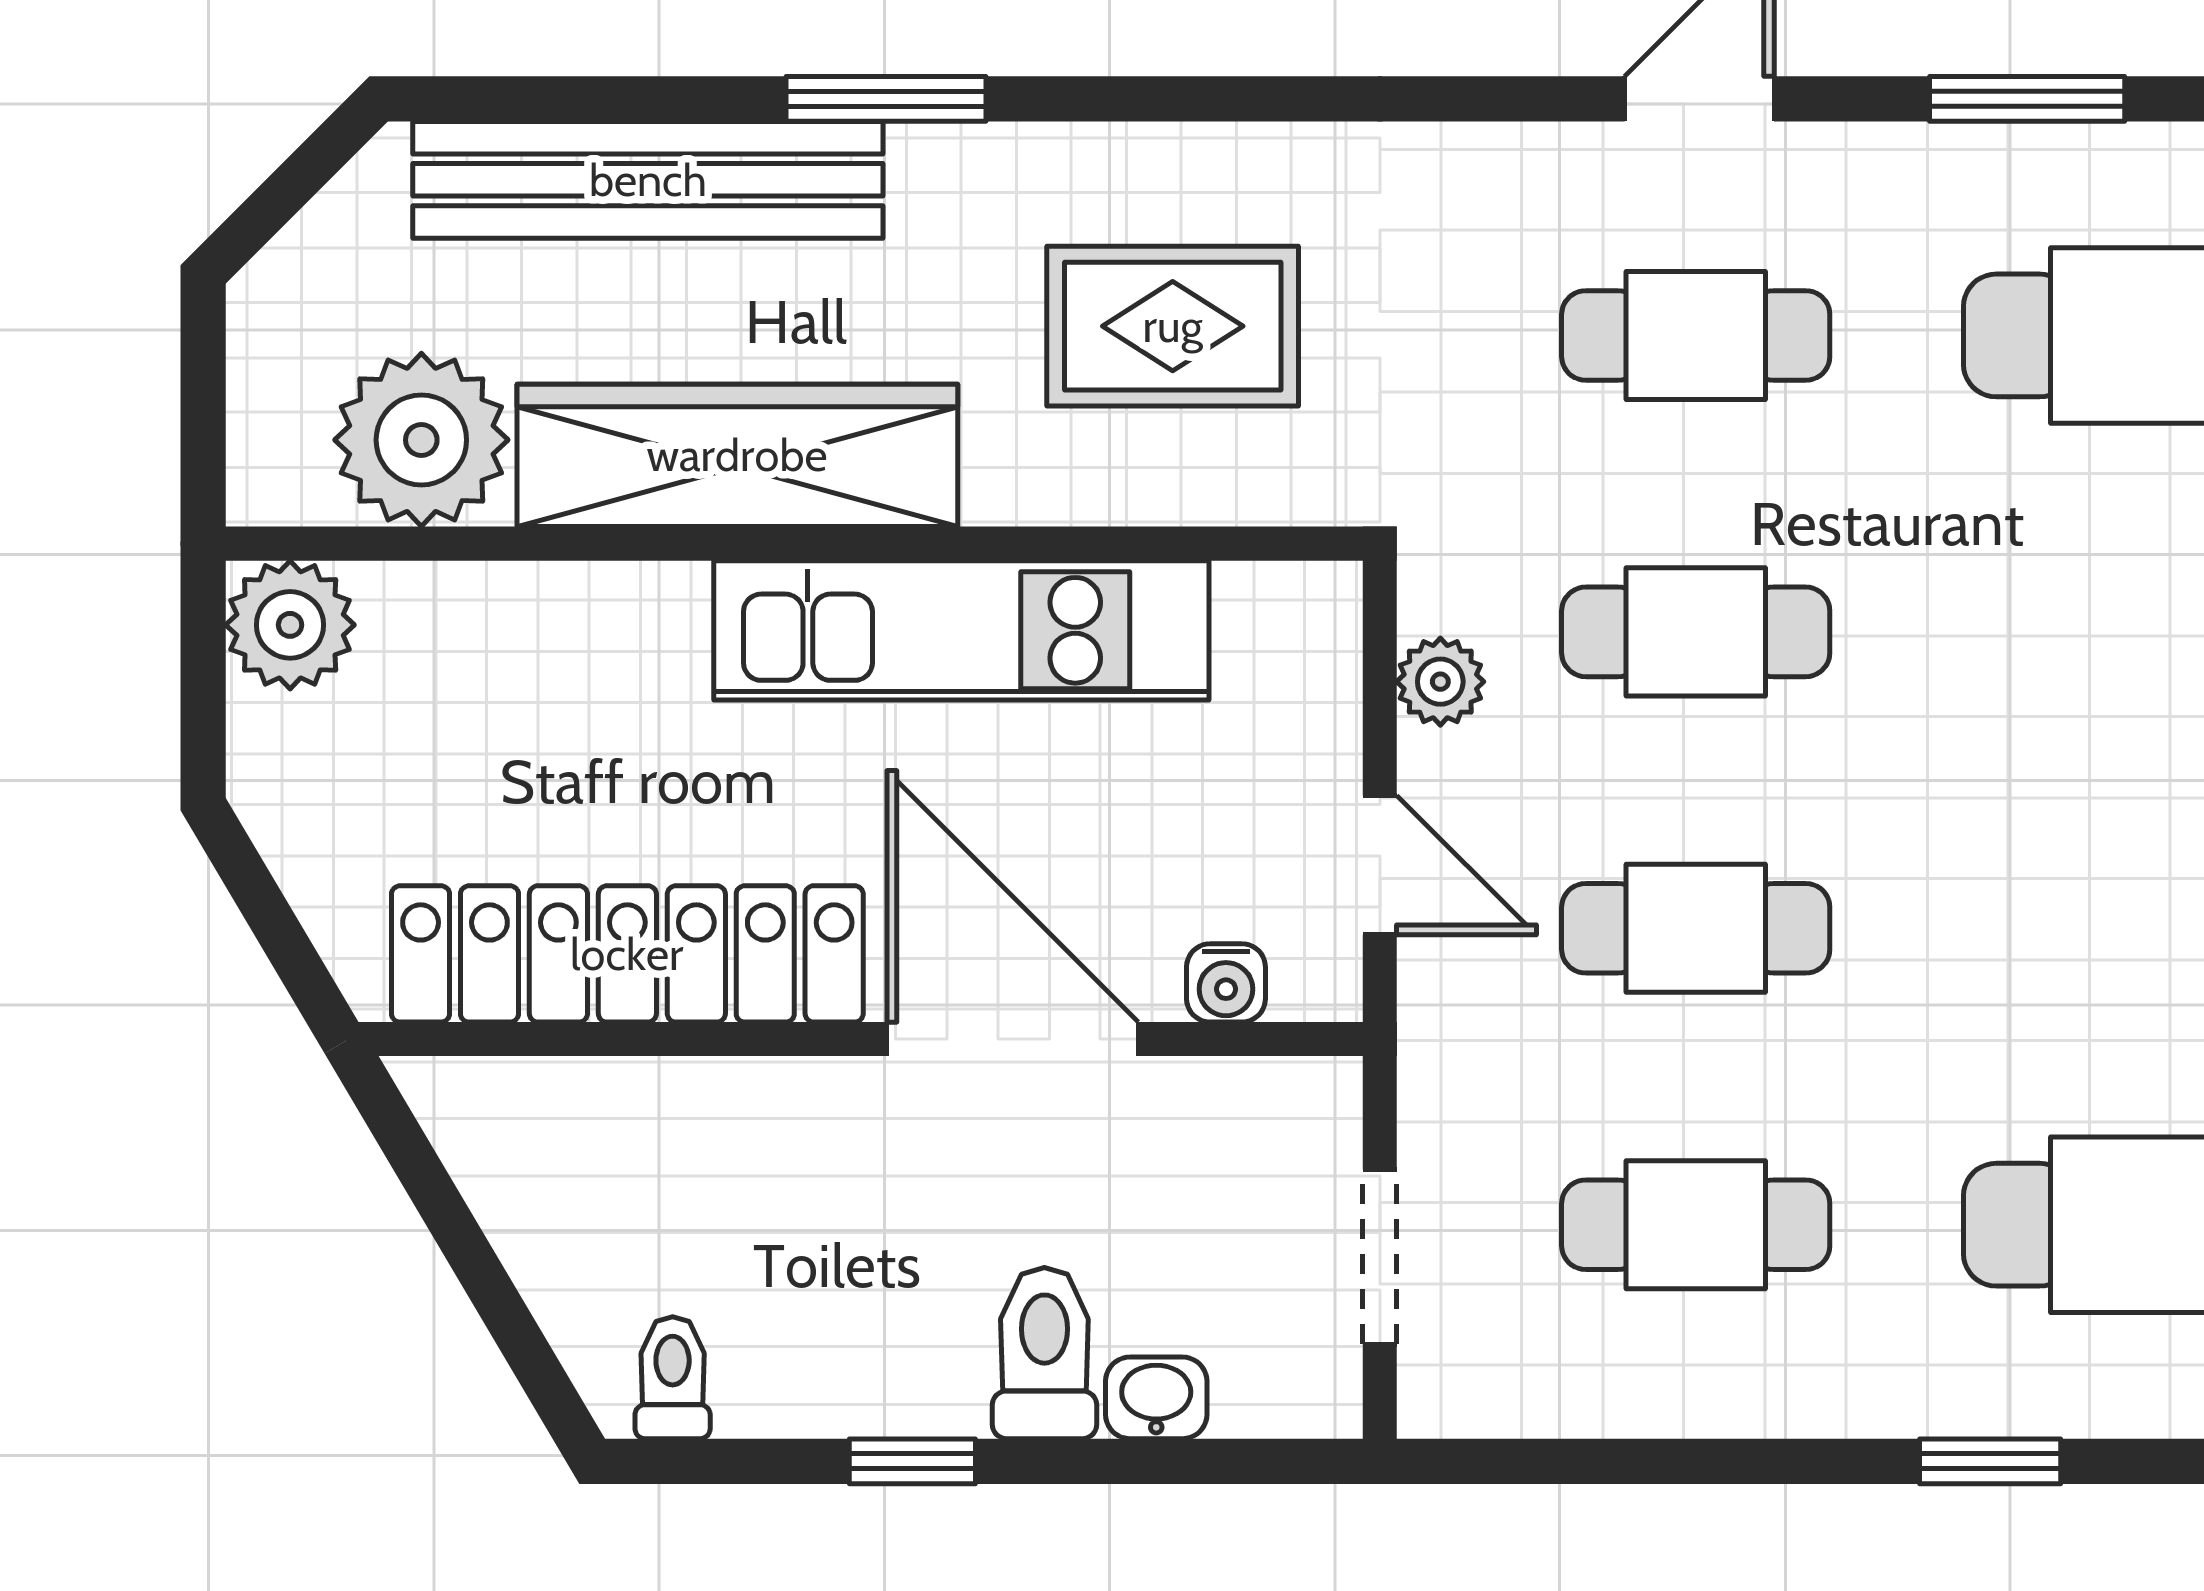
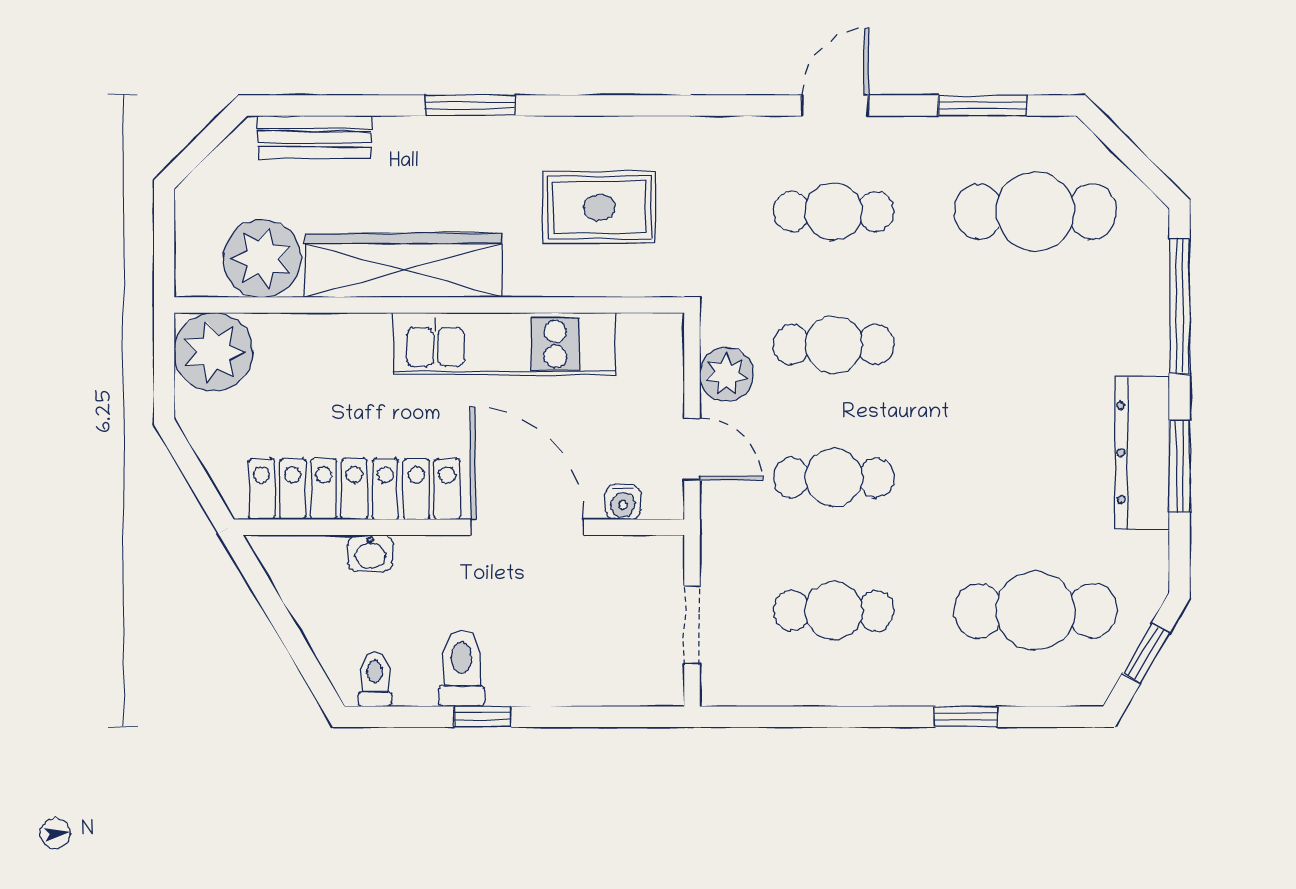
bench: (648, 180) -> (315, 137), width x0.54, depth x0.82
plant: (290, 625) -> (214, 352), width x1.36, depth x1.36
plant: (1440, 682) -> (727, 374), width x1.38, depth x1.38
toilet: (1044, 1353) -> (462, 668), moved
washbasin: (1156, 1398) -> (370, 553), moved, turned 180

